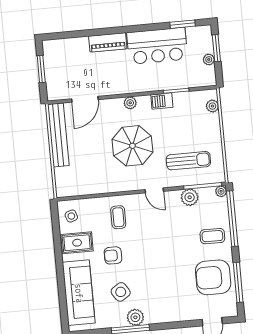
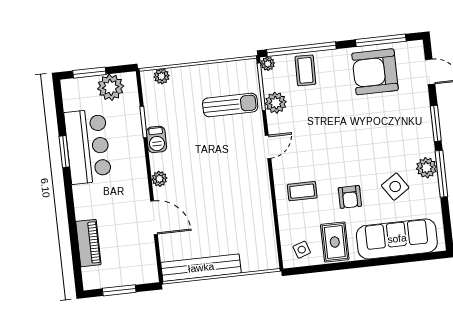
window: (183, 24) -> (64, 152), moved
piano: (108, 42) -> (88, 243), moved
plant: (209, 59) -> (111, 87), width x1.88, depth x1.88
door: (85, 99) -> (154, 218), moved
parasol: (132, 146) -> (213, 175), removed
sun lounger: (188, 161) -> (230, 105), turned 90
coffee table: (212, 236) -> (305, 70), moved
armchair: (213, 277) -> (375, 72), turned 90
window: (171, 325) -> (436, 123), added

